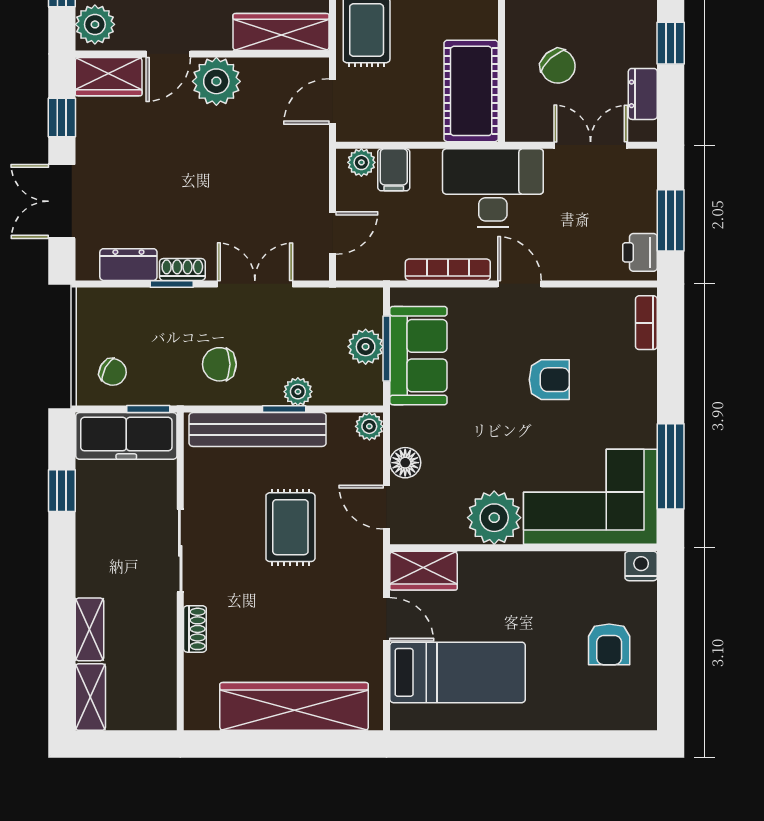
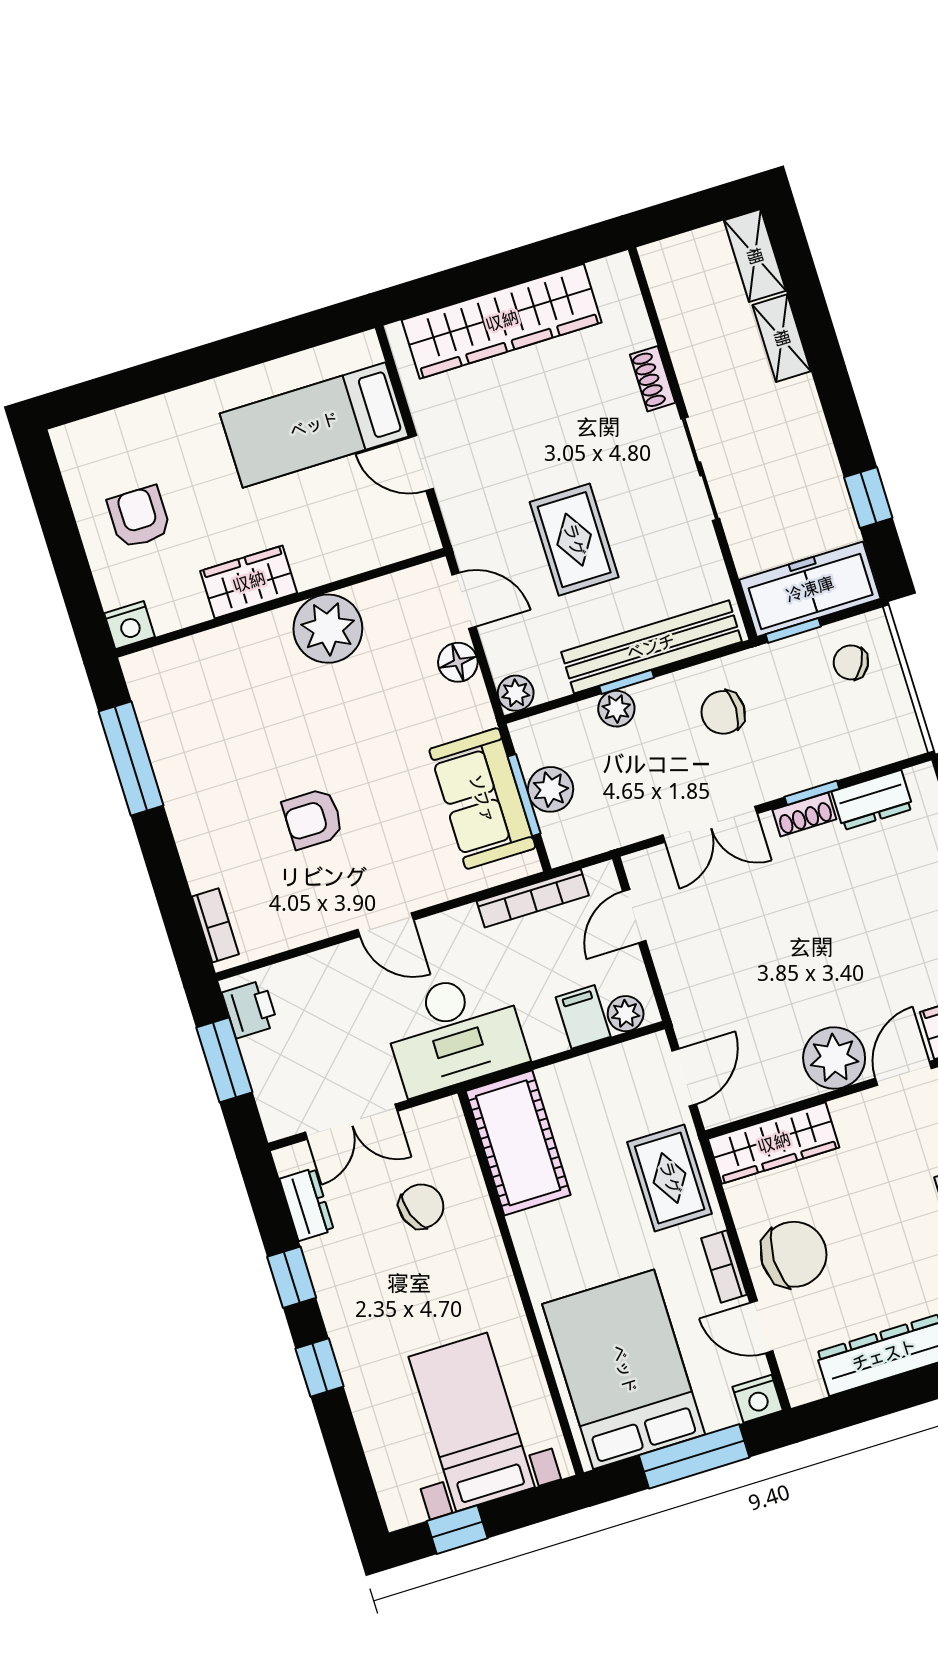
chair: (558, 66) -> (421, 1206), turned 112
bookcase: (448, 270) -> (533, 898), moved
chair: (219, 364) -> (723, 712), turned 180
corner sofa: (590, 497) -> (218, 691), removed
wardrobe: (424, 571) -> (249, 582), moved

